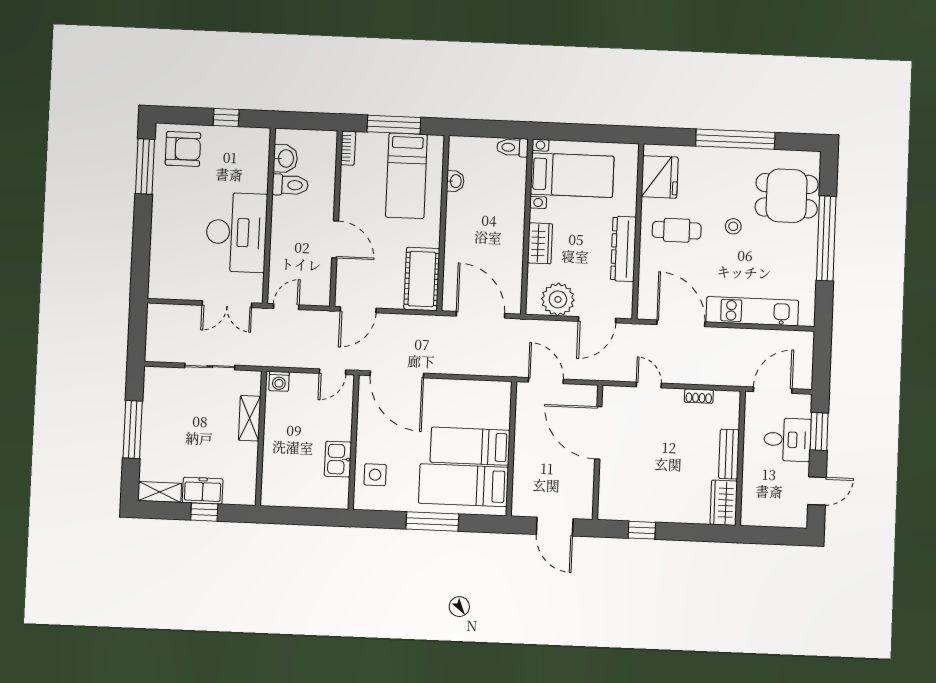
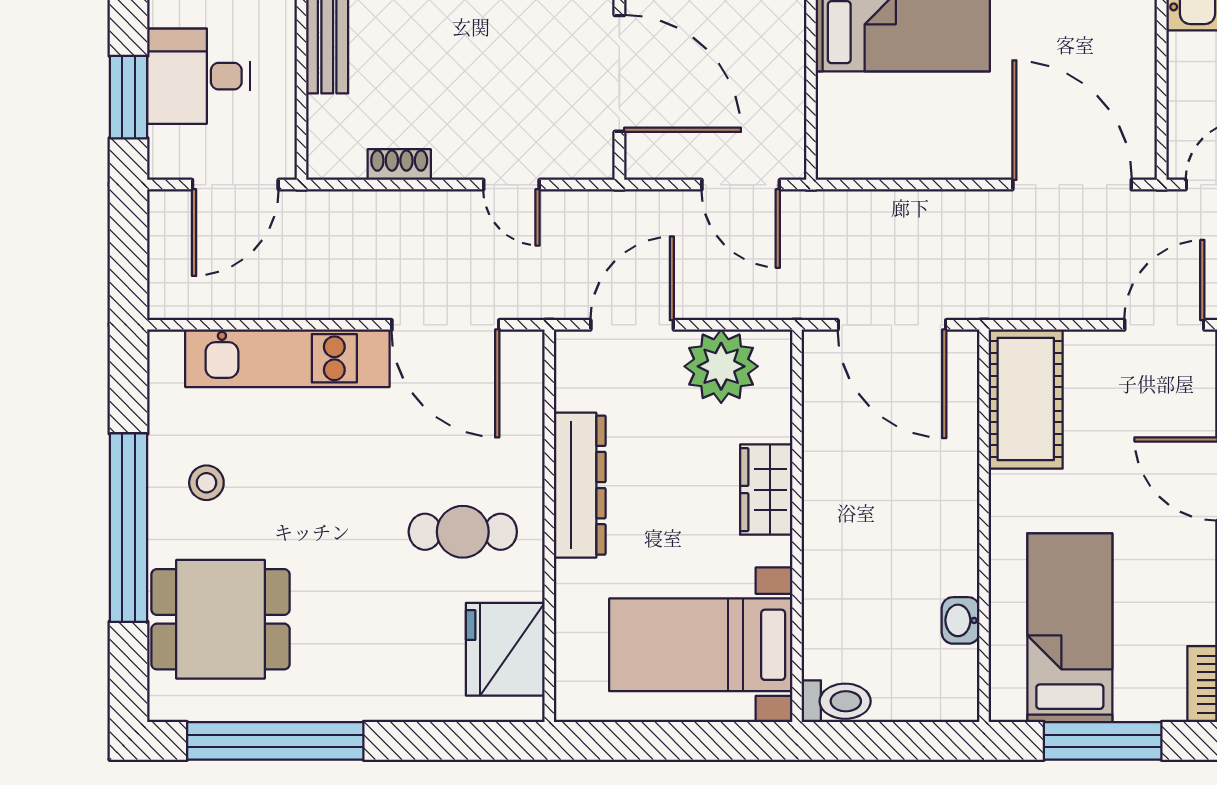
window: (735, 139) -> (275, 741), moved
stool: (733, 226) -> (206, 483), moved

